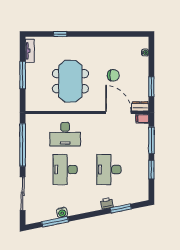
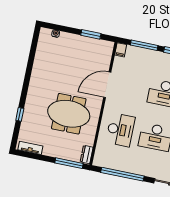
window: (23, 75) -> (69, 163), moved
chair: (113, 75) -> (72, 70), removed
dresser: (140, 106) -> (87, 155), moved
door: (118, 113) -> (107, 85), moved

